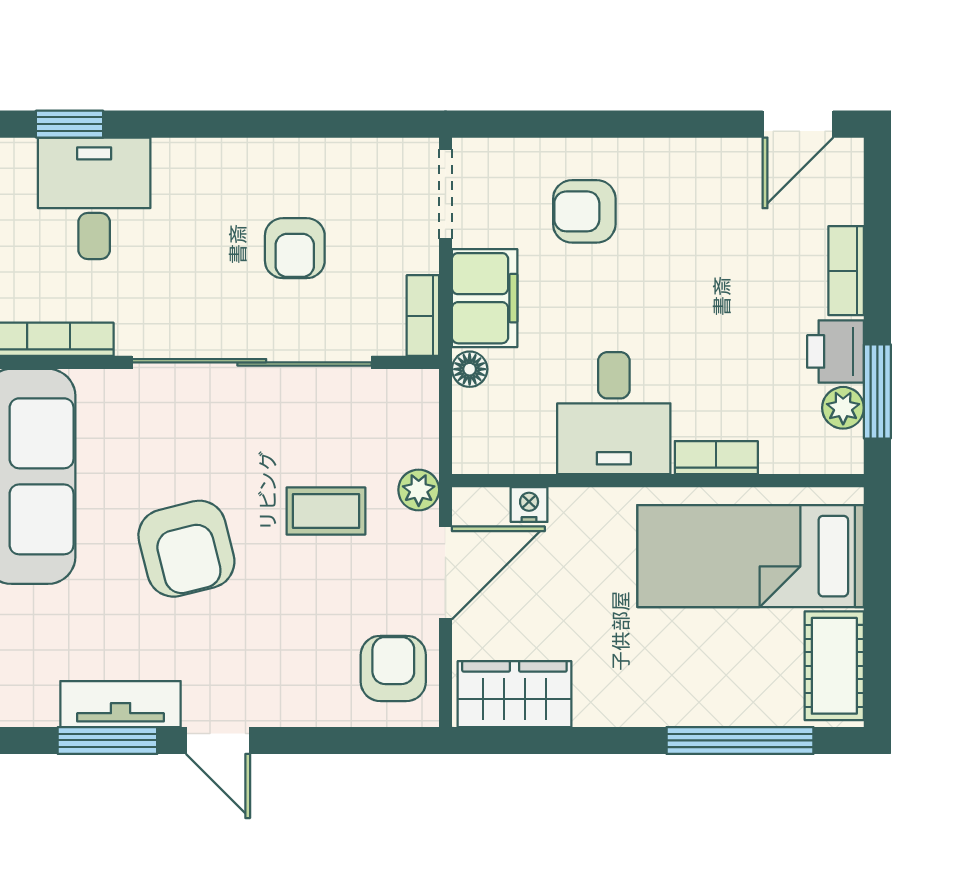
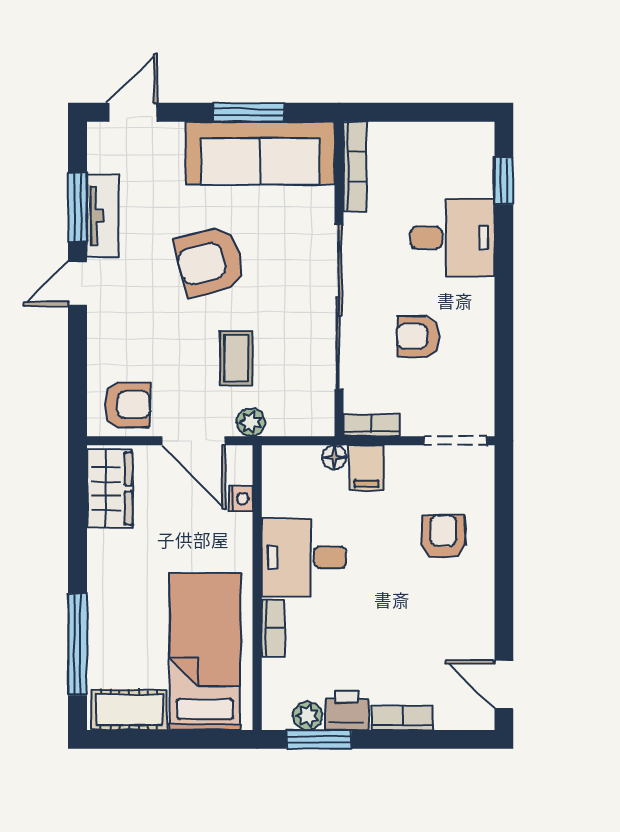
desk: (94, 198) -> (452, 238), moved
filing cabinet: (485, 298) -> (366, 468), width x0.50

